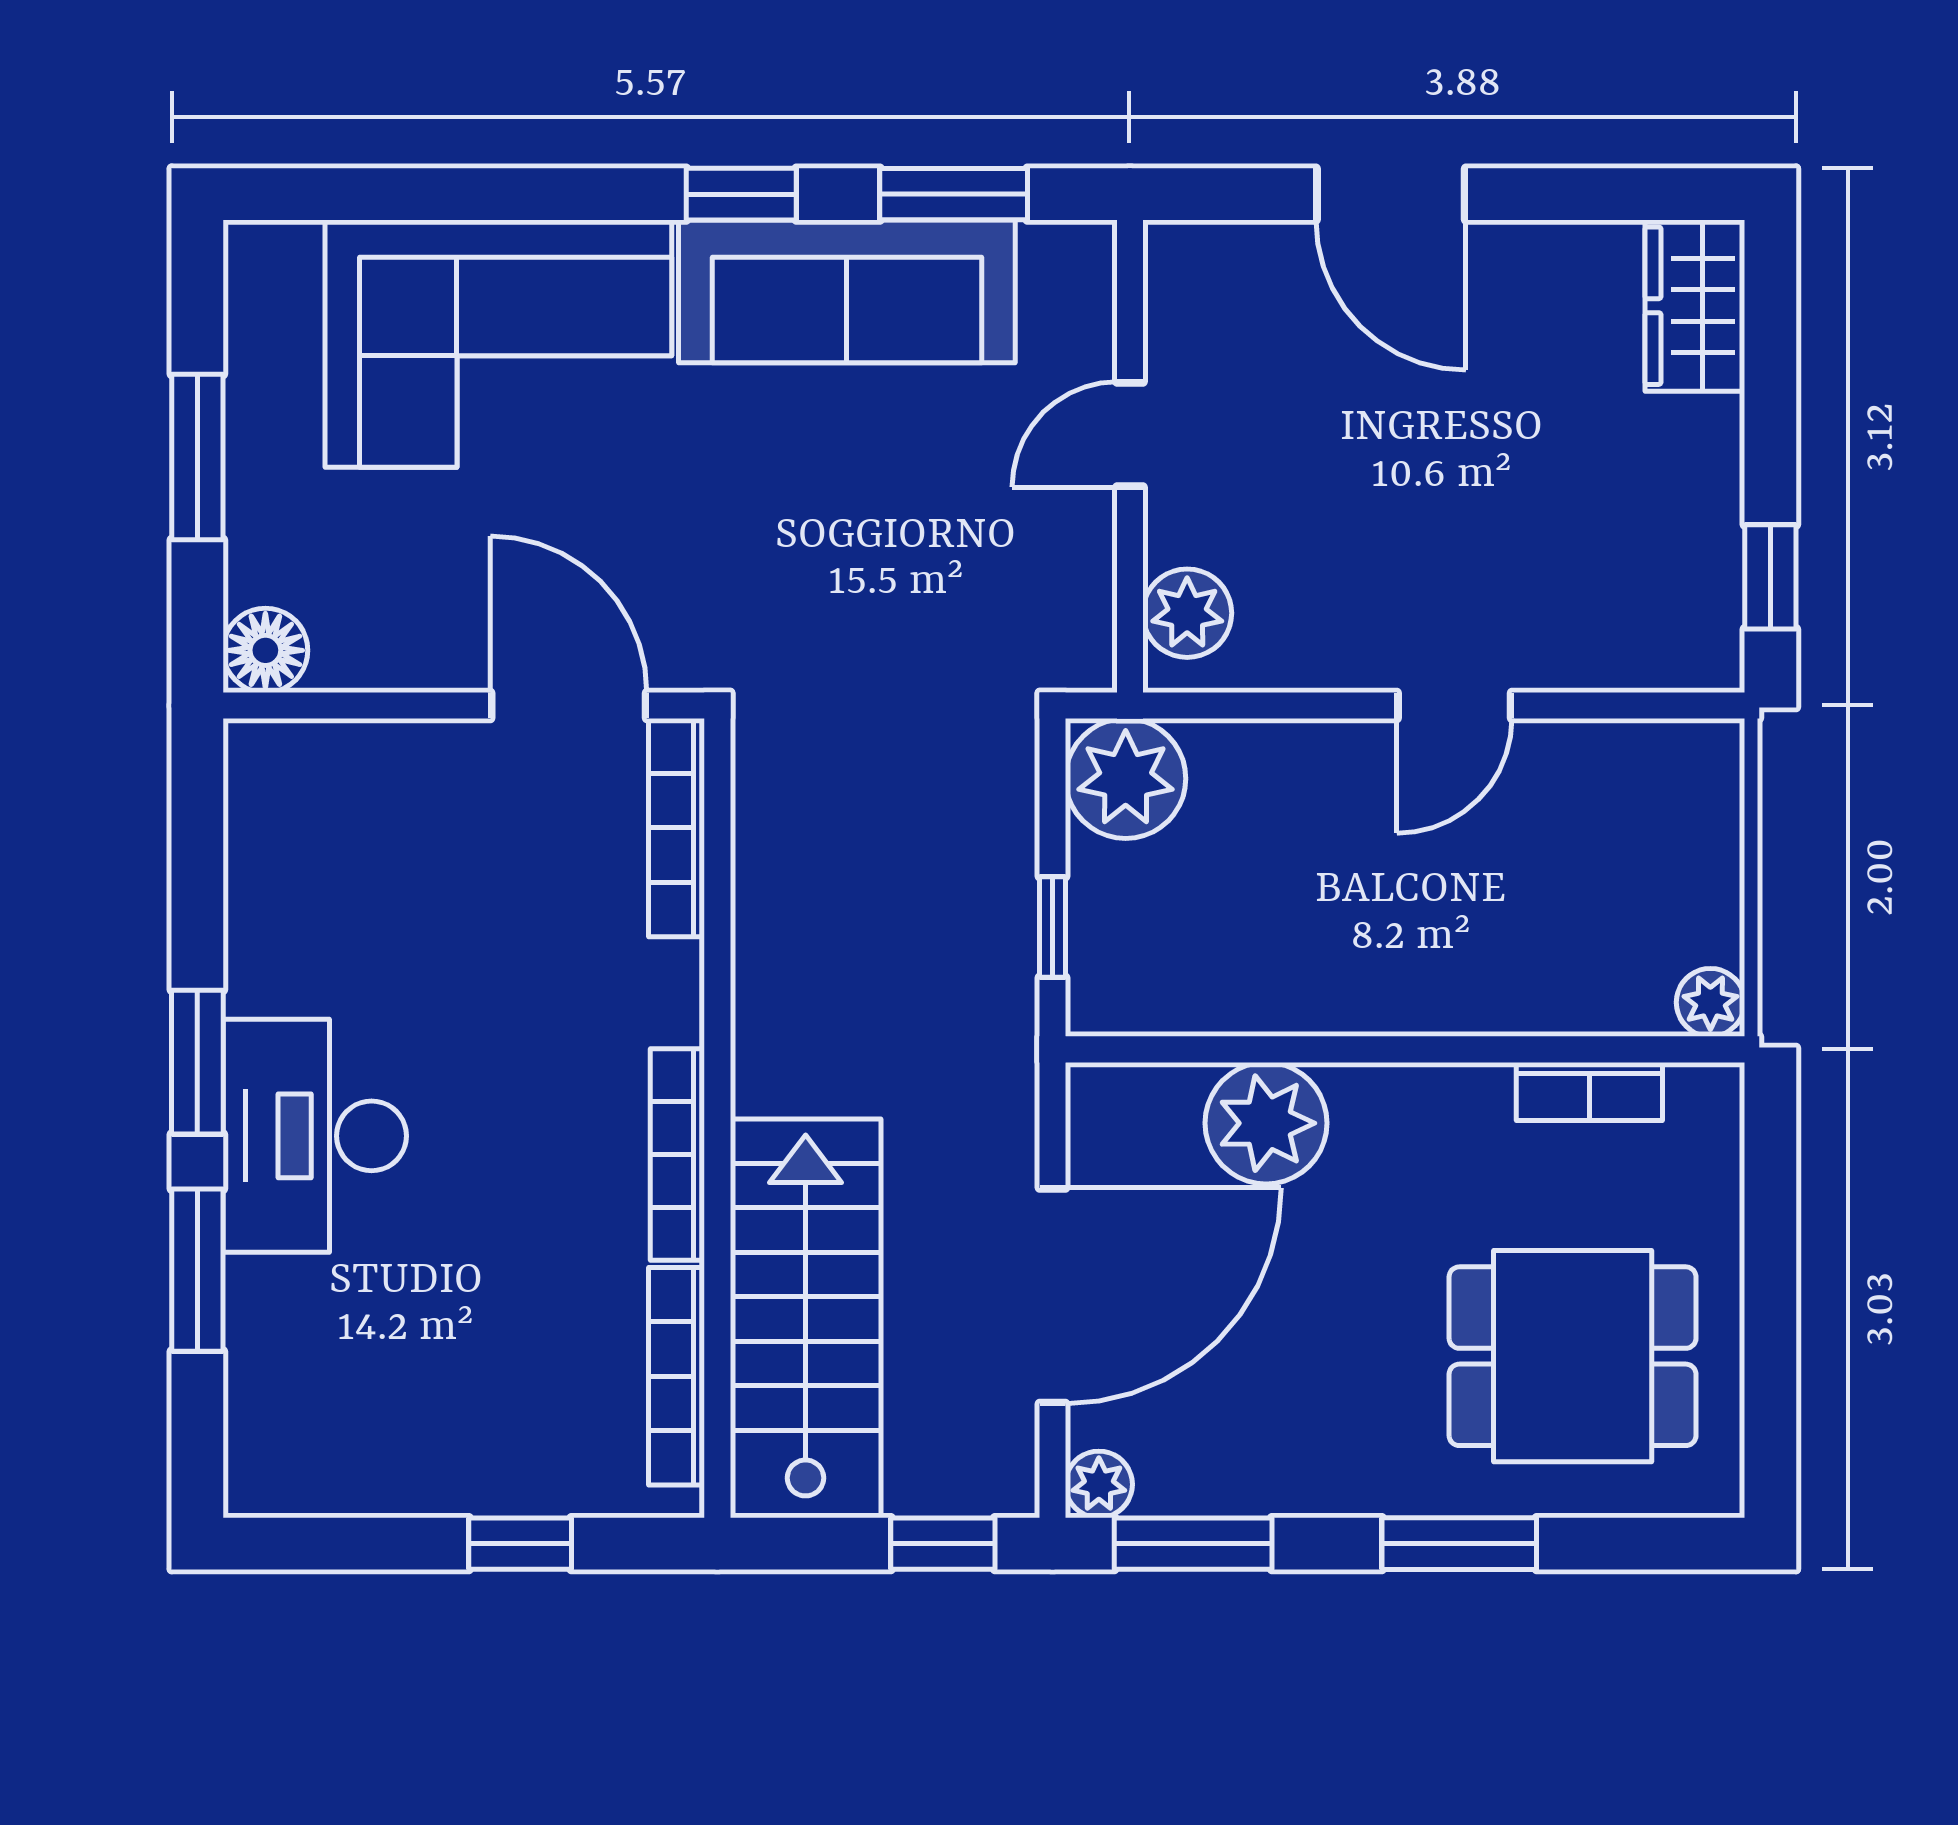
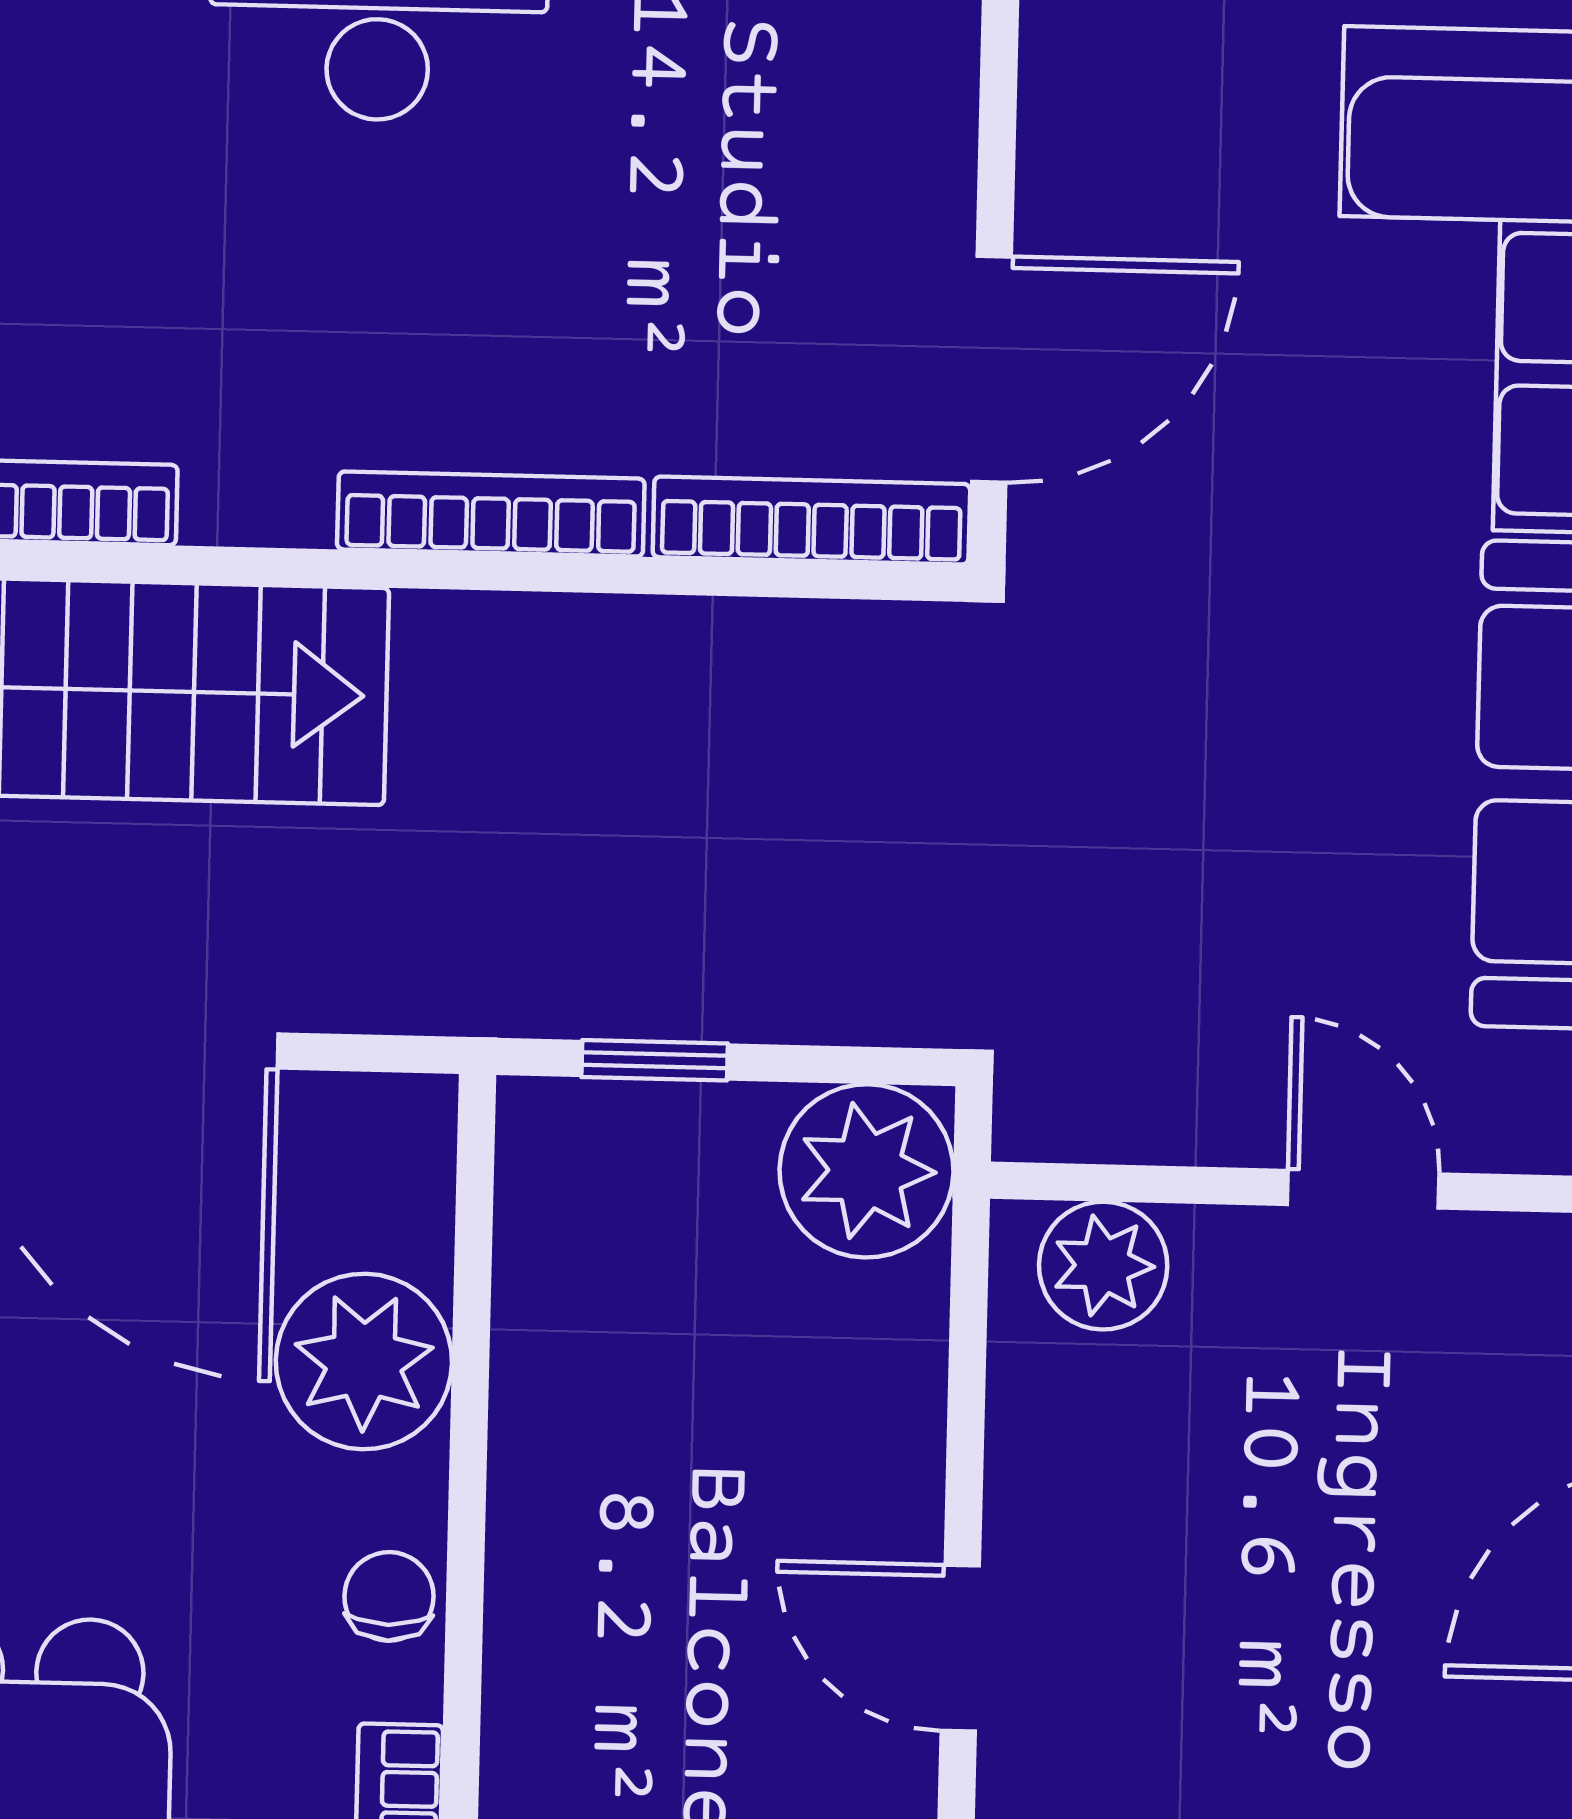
chair: (1428, 1102) -> (389, 1596), added
bookcase: (677, 1155) -> (491, 514), moved

